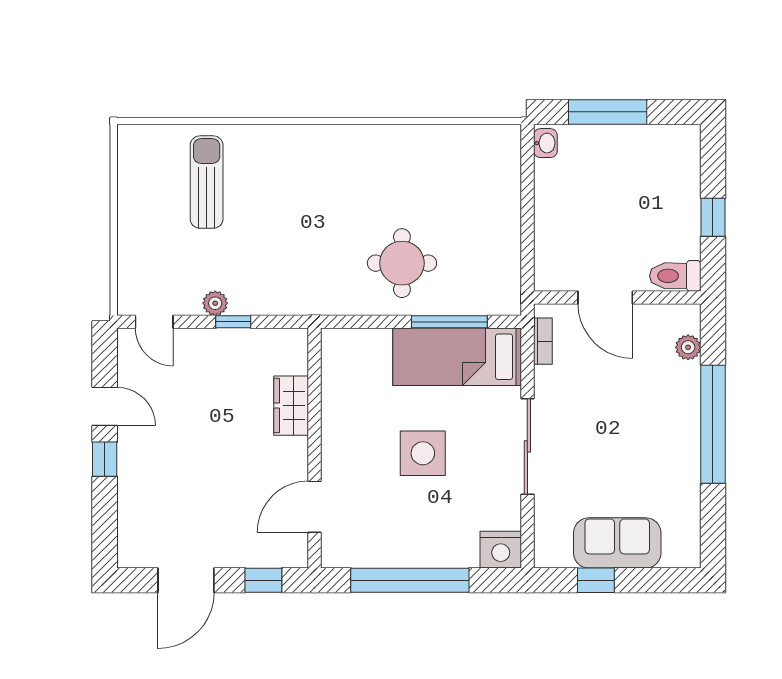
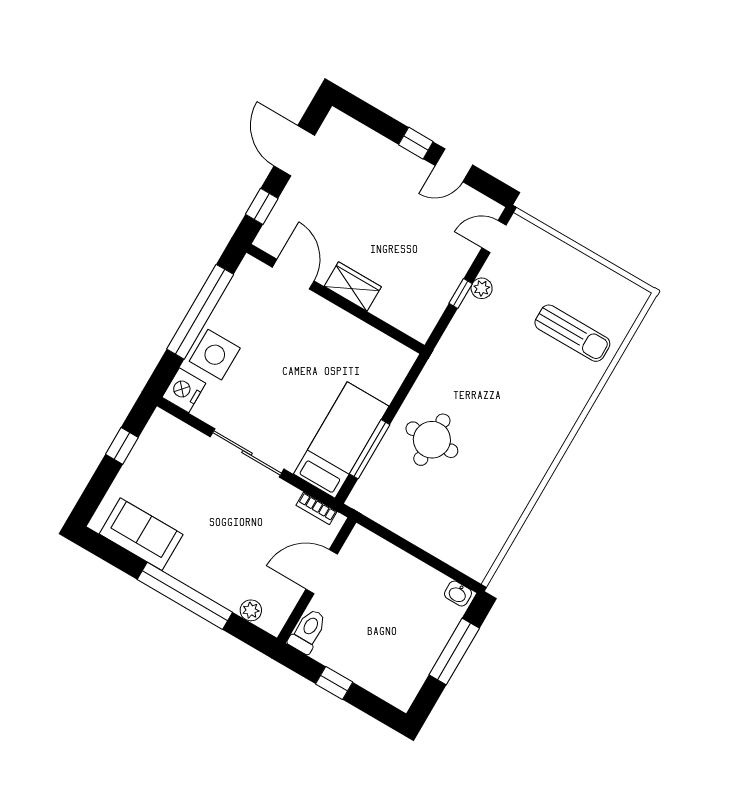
wardrobe: (291, 406) -> (353, 286), moved
side table: (423, 453) -> (215, 355), moved
sofa: (617, 543) -> (141, 534), moved, turned -90

